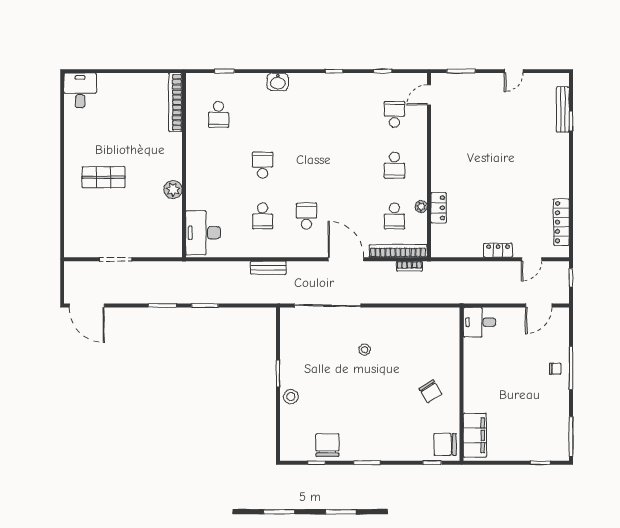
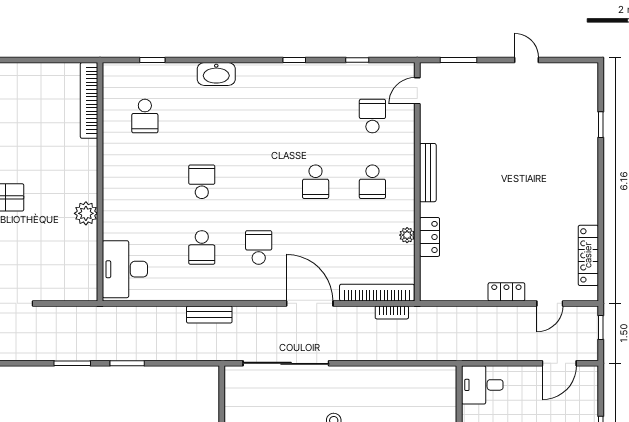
door: (514, 71) -> (527, 60), swing flipped
washbasin: (278, 82) -> (216, 74), width x1.38
bench: (563, 110) -> (428, 173), moved
school desk: (394, 216) -> (316, 182), moved

